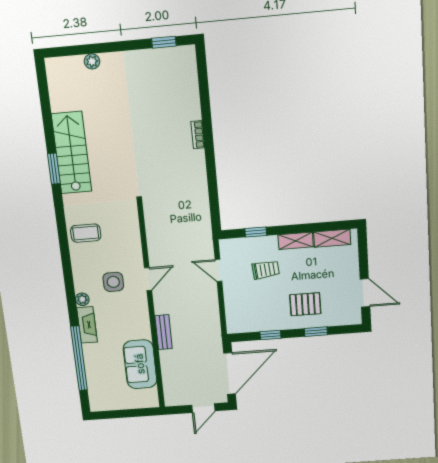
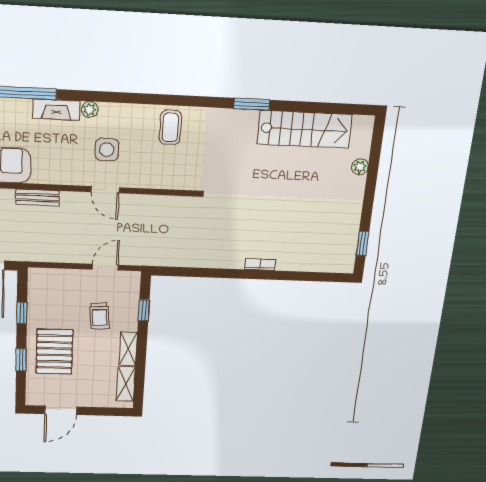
stairs: (72, 153) -> (305, 129), moved
pallet: (305, 304) -> (55, 352), width x1.50, depth x1.42

